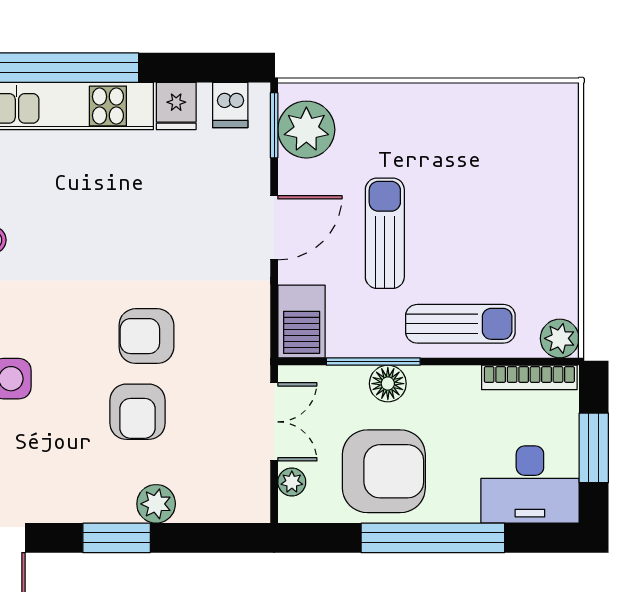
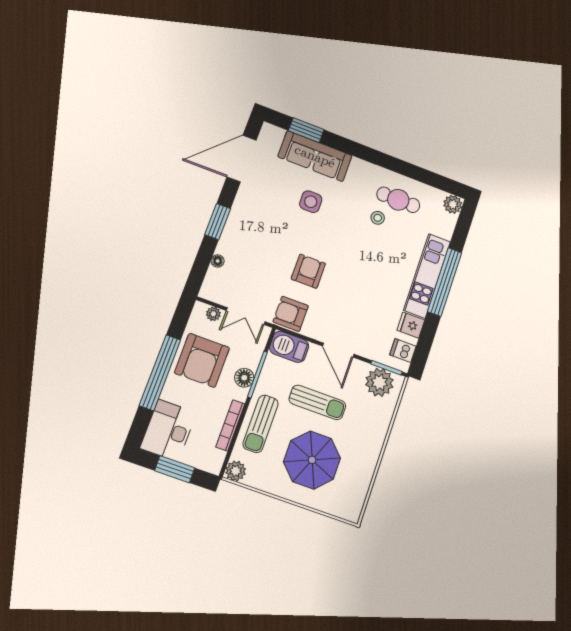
parasol: (493, 206) -> (312, 460), added
bookcase: (529, 377) -> (230, 425), moved
armchair: (138, 412) -> (291, 314), moved
plant: (156, 504) -> (227, 246), removed
floor lamp: (191, 511) -> (218, 261), added

